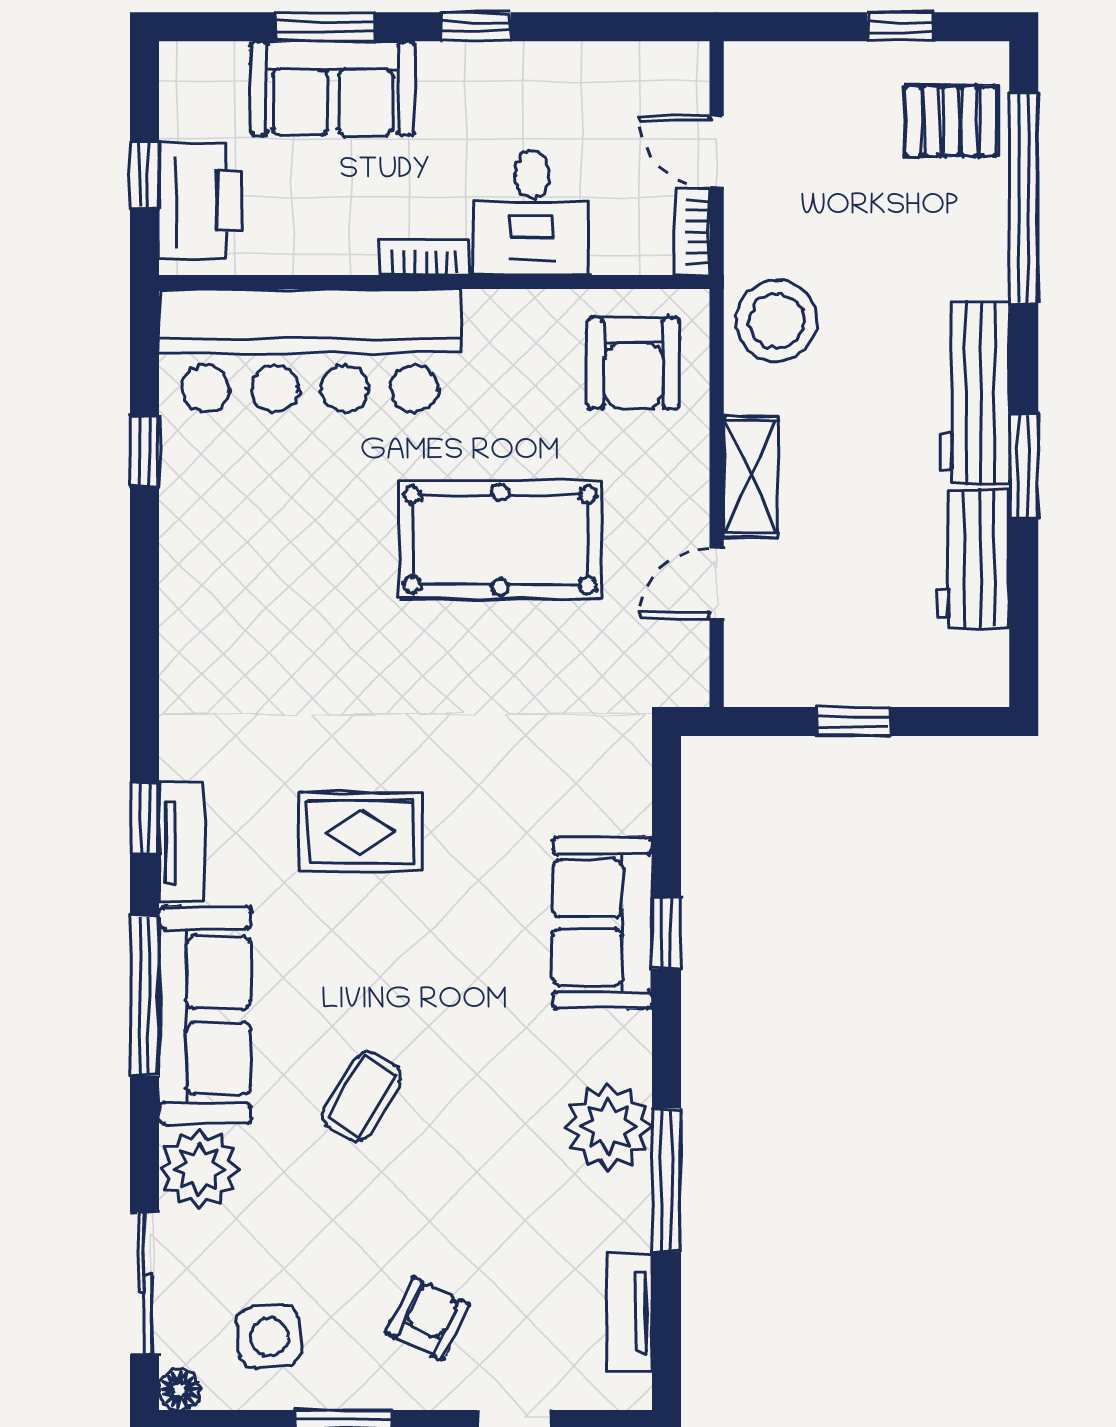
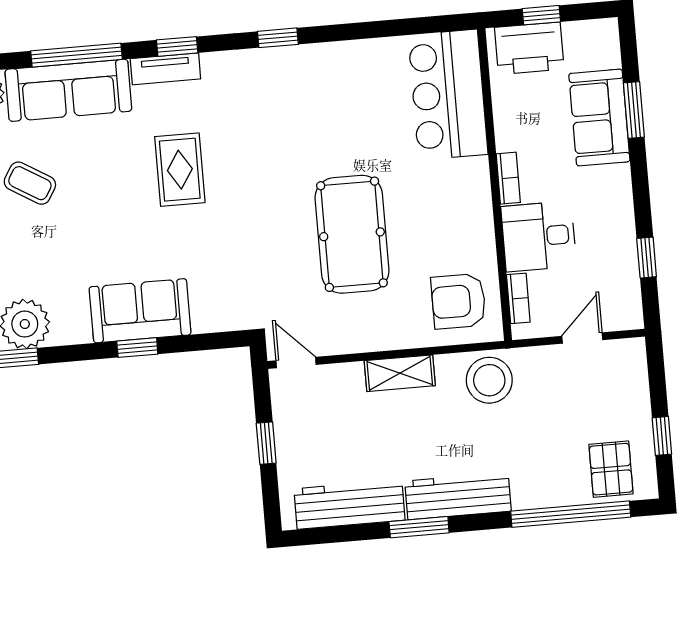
window: (475, 27) -> (647, 258), moved
bookcase: (692, 232) -> (518, 298), moved, turned 90
bar counter: (310, 350) -> (448, 95), width x0.73
window: (144, 451) -> (278, 38), moved
workbench: (974, 559) -> (349, 504), width x1.38
door: (717, 583) -> (296, 363), moved

